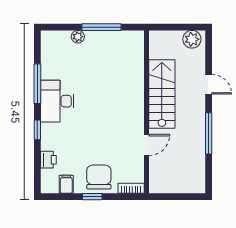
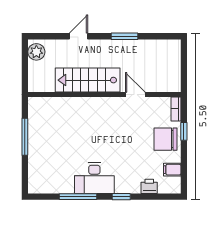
plant: (78, 37) -> (34, 159), removed
window: (209, 133) -> (125, 36), width x0.69
window: (92, 197) -> (184, 131), moved

